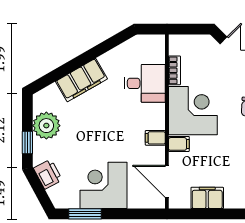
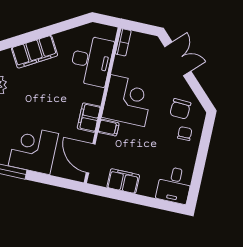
bookcase: (174, 70) -> (123, 42), moved
desk: (145, 83) -> (91, 61), width x1.37
filing cabinet: (155, 138) -> (89, 118), width x2.00

